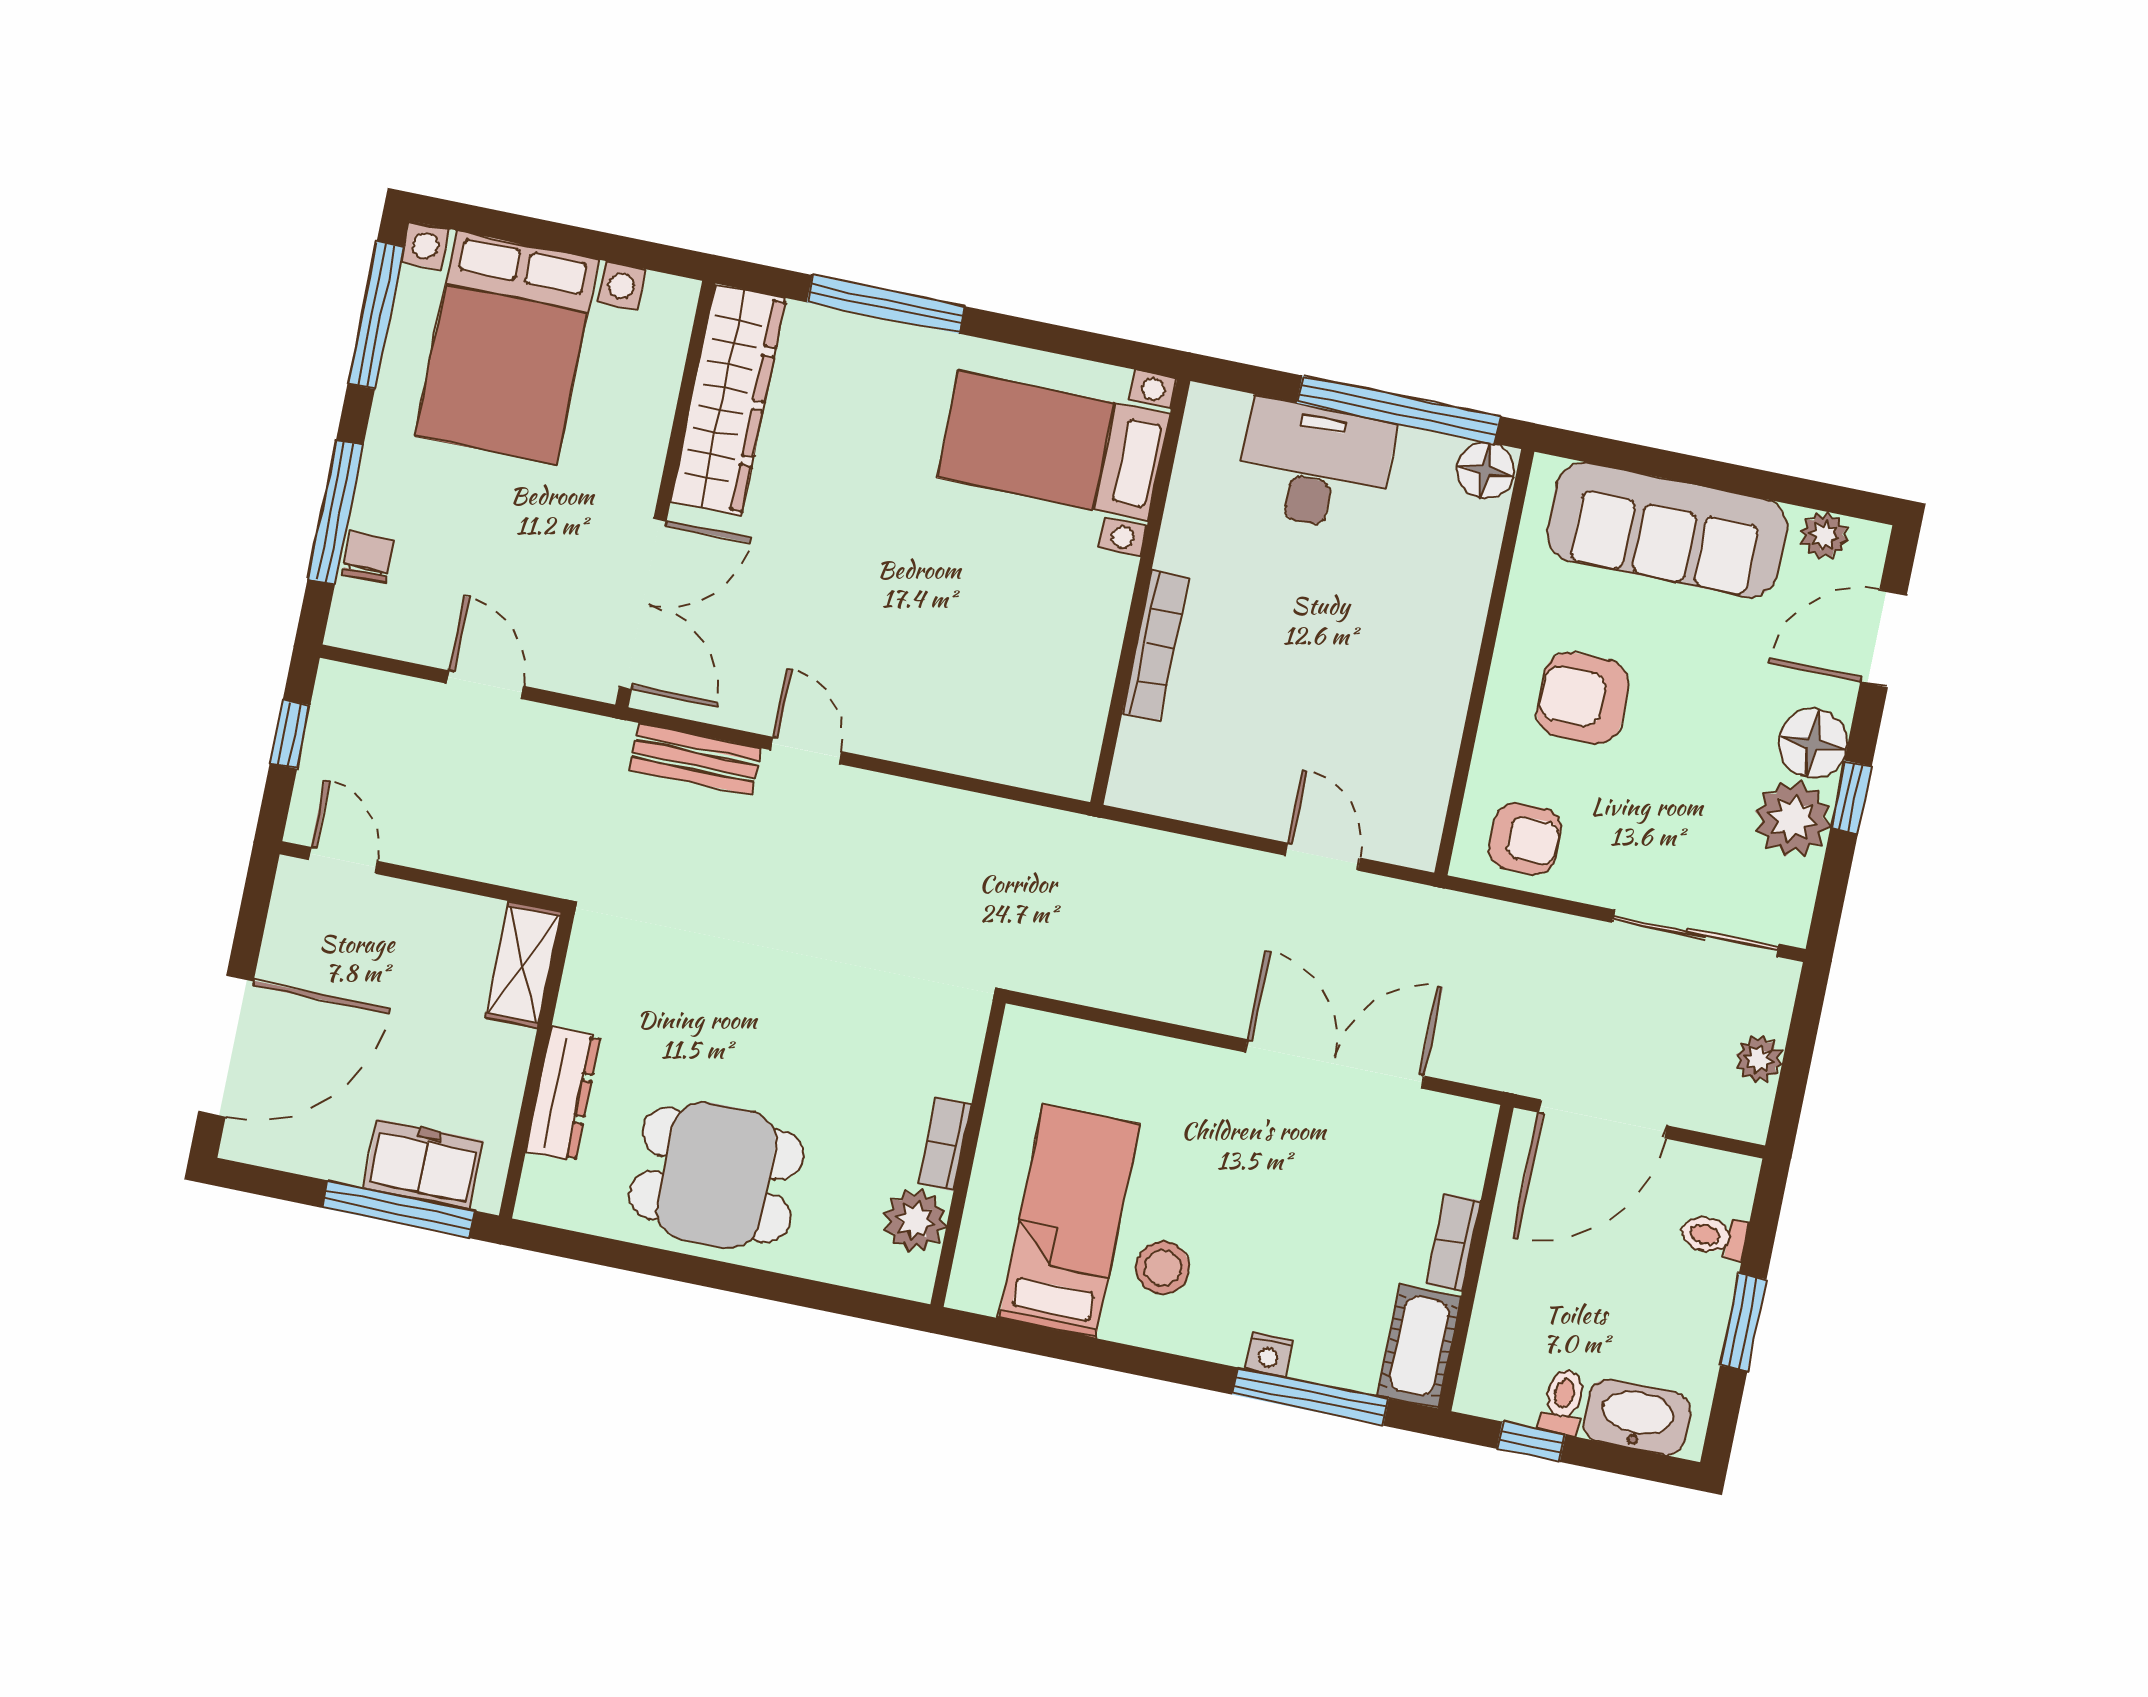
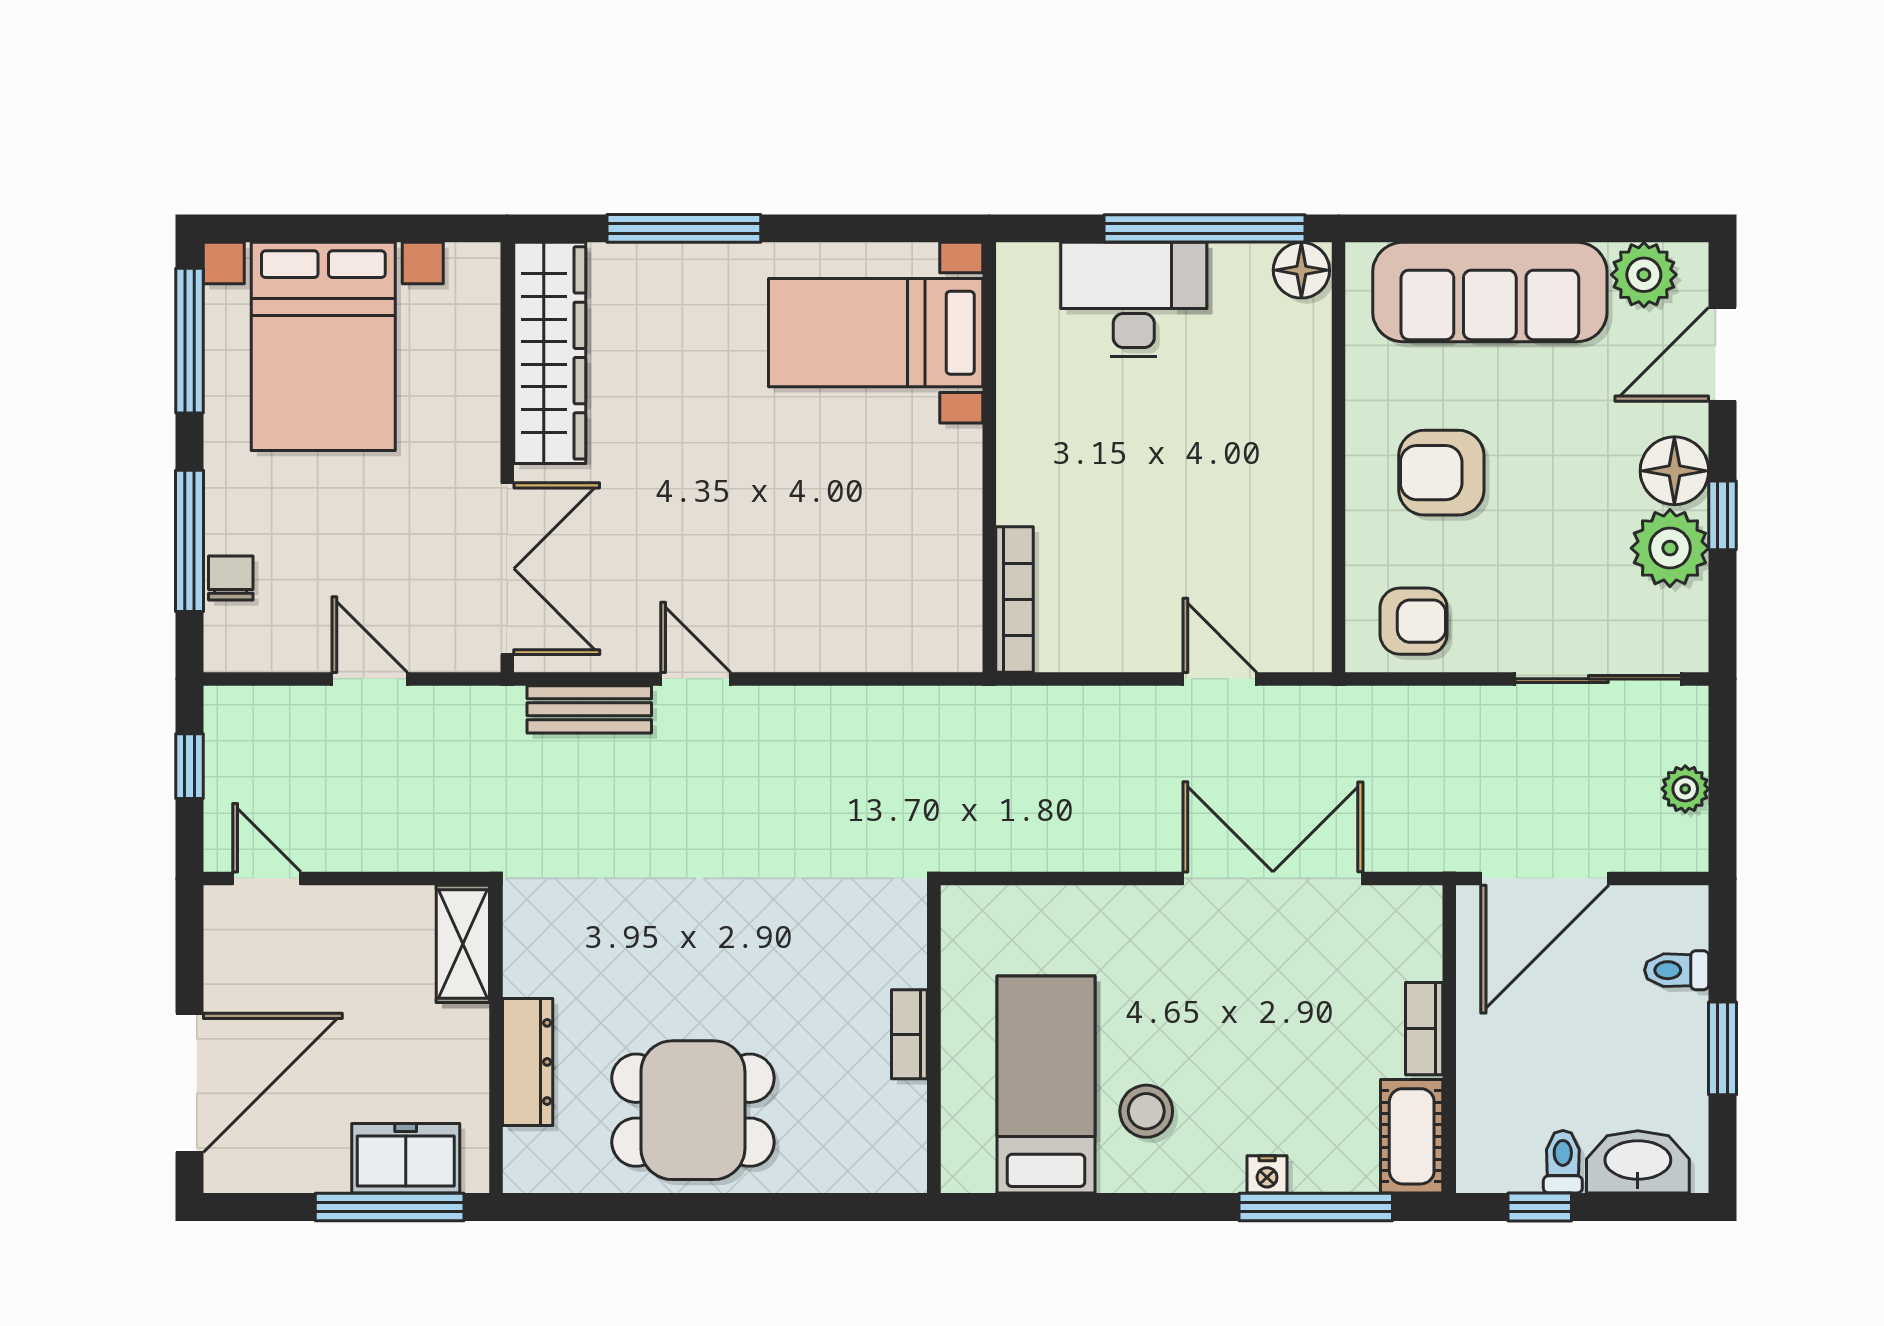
plant: (1824, 535) -> (1644, 275), width x1.38, depth x1.38
bookcase: (1155, 645) -> (1015, 599), moved
plant: (915, 1220) -> (896, 1115), removed

